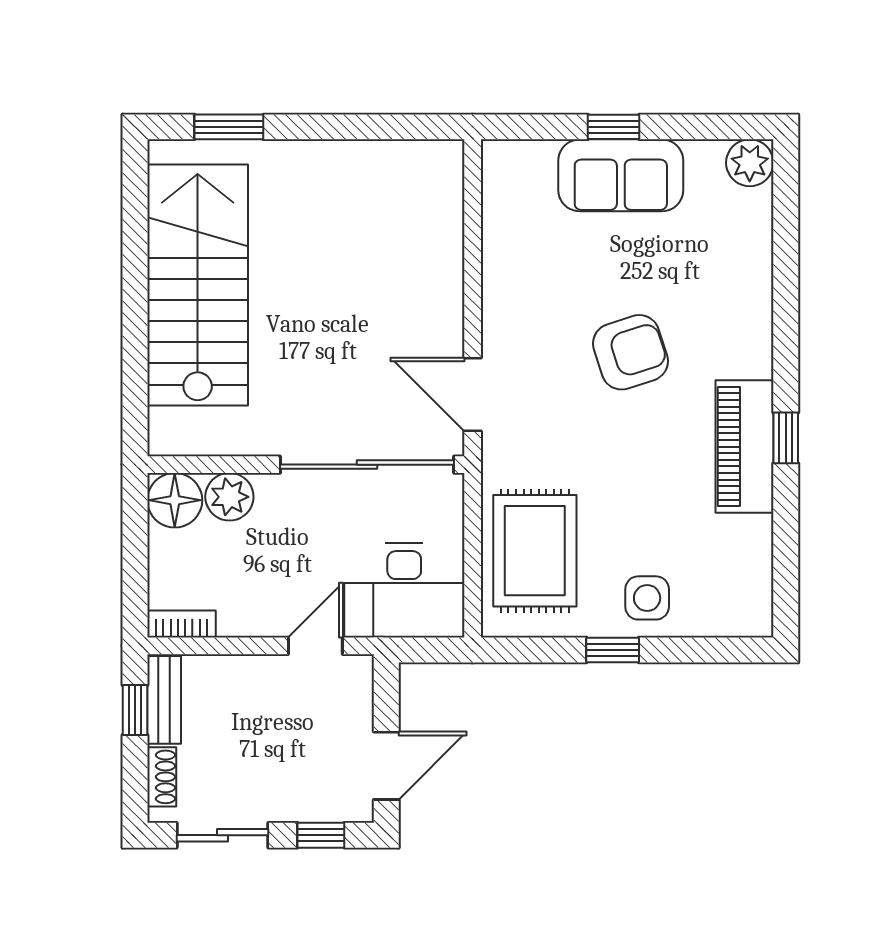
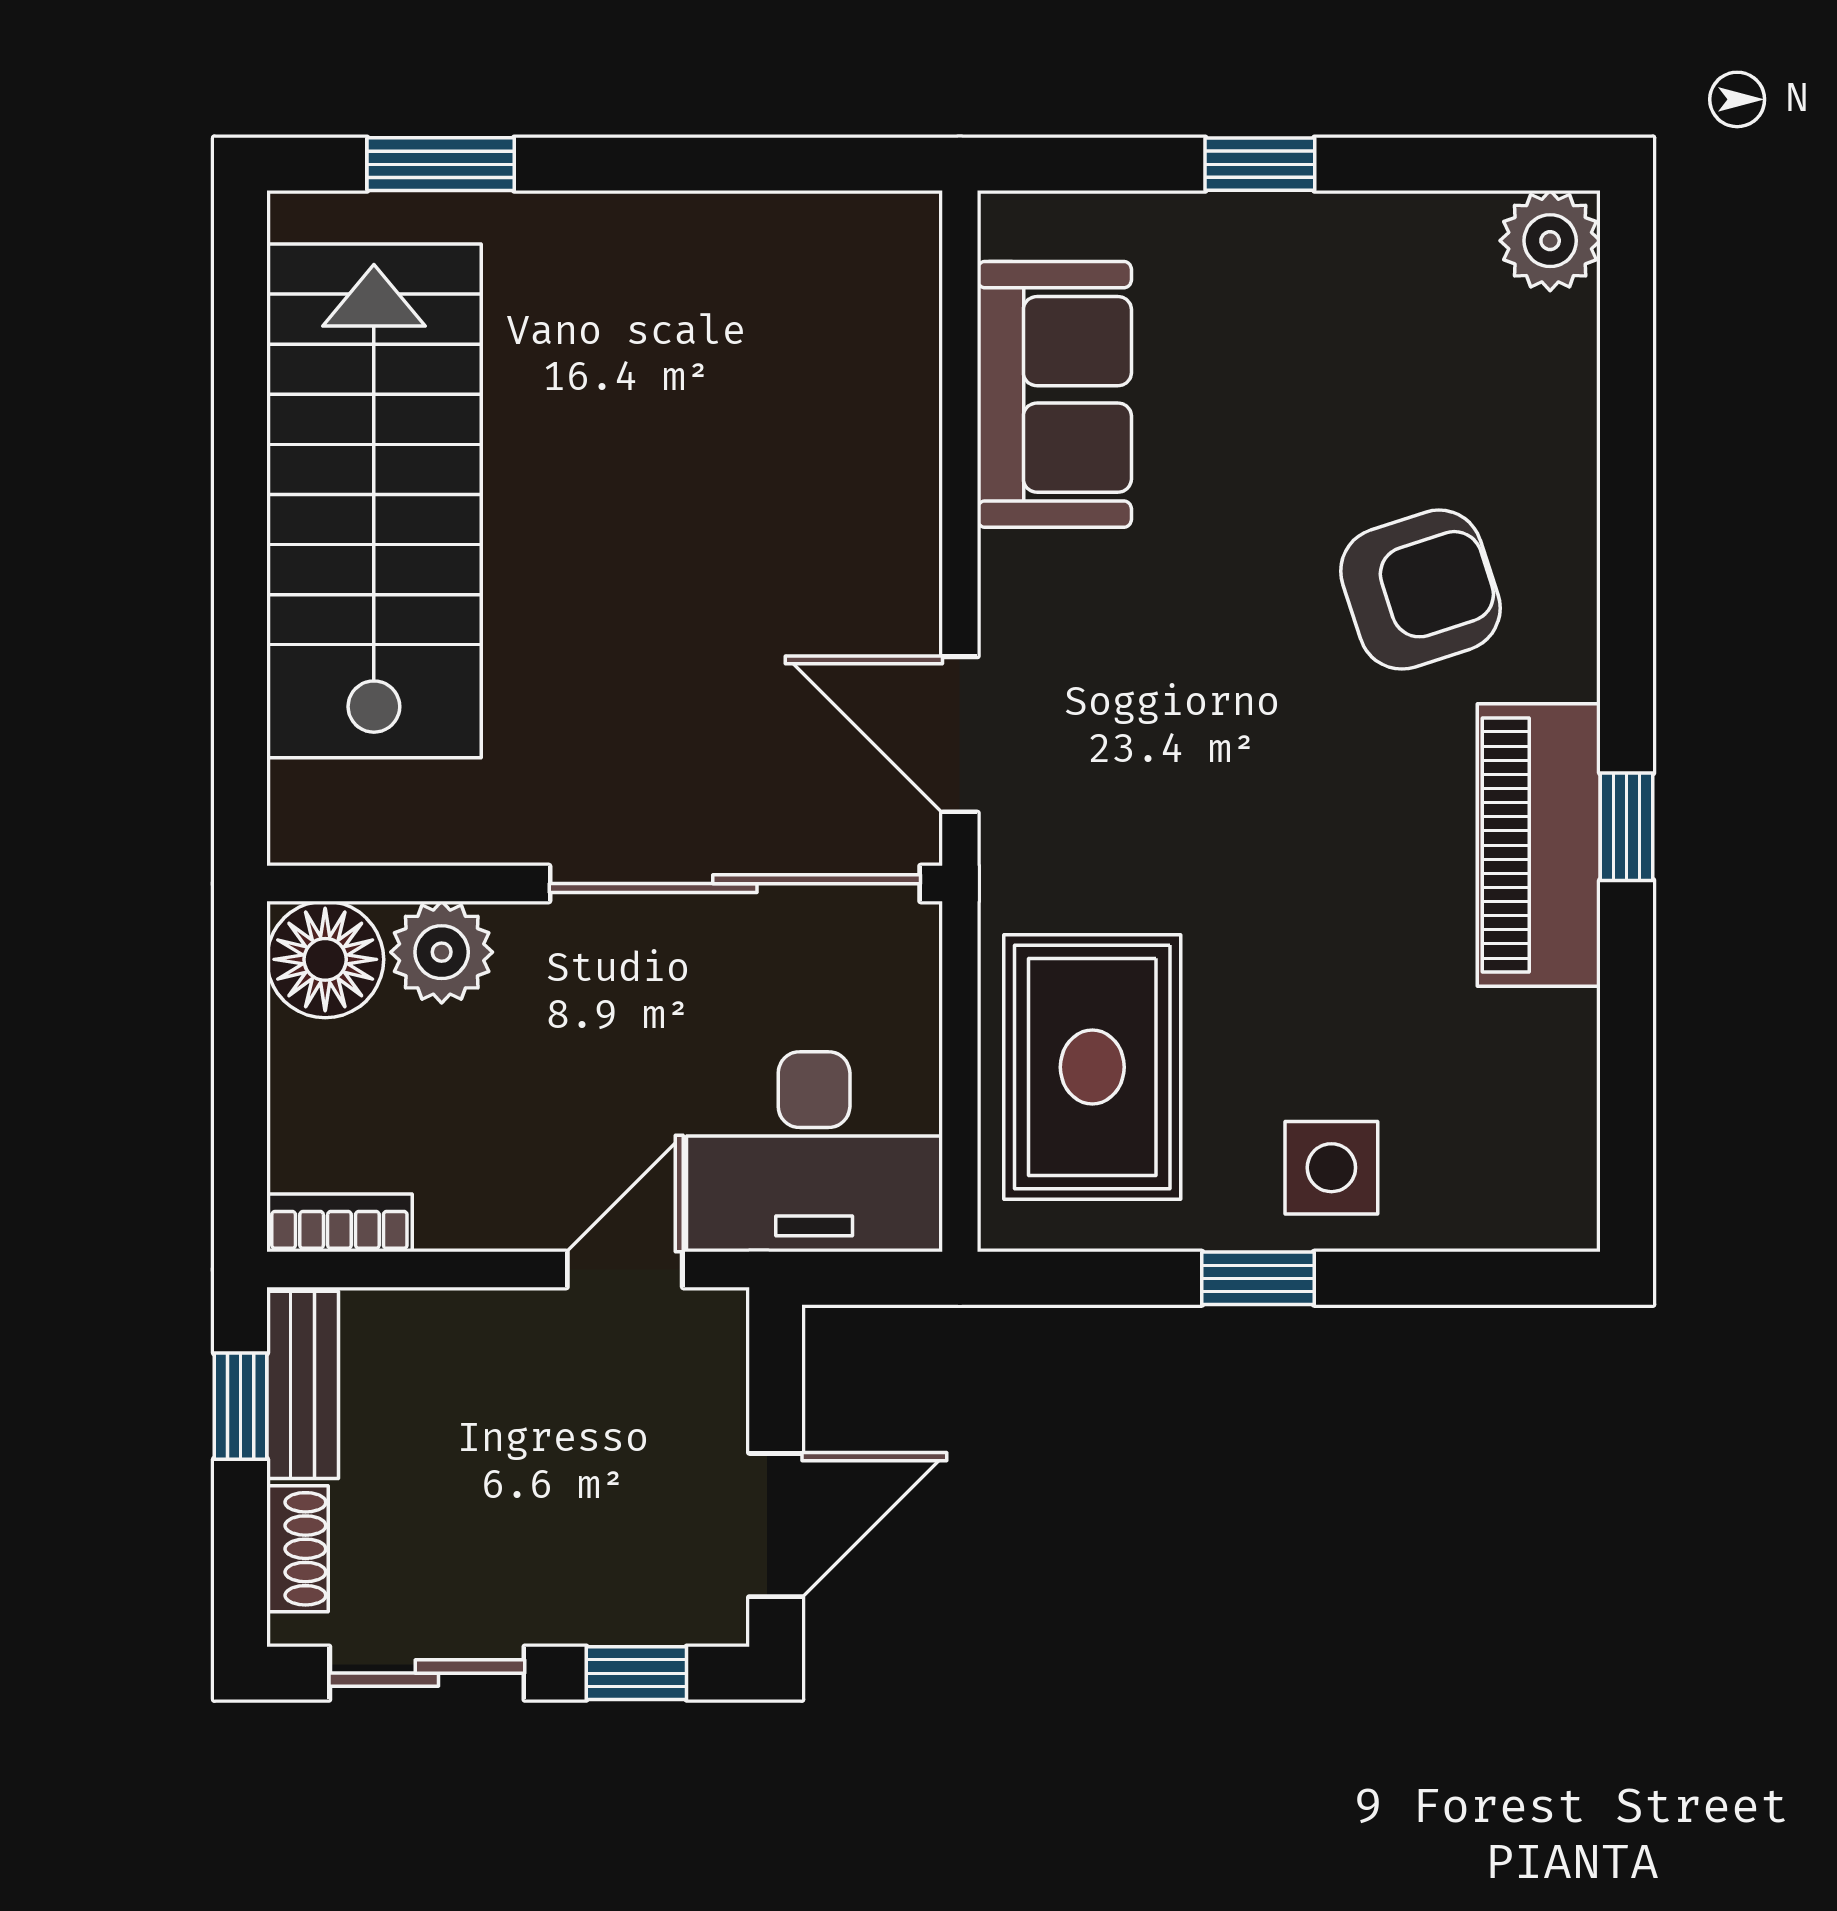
sofa: (621, 175) -> (1054, 394), moved, turned -90
armchair: (630, 352) -> (1420, 590), moved

